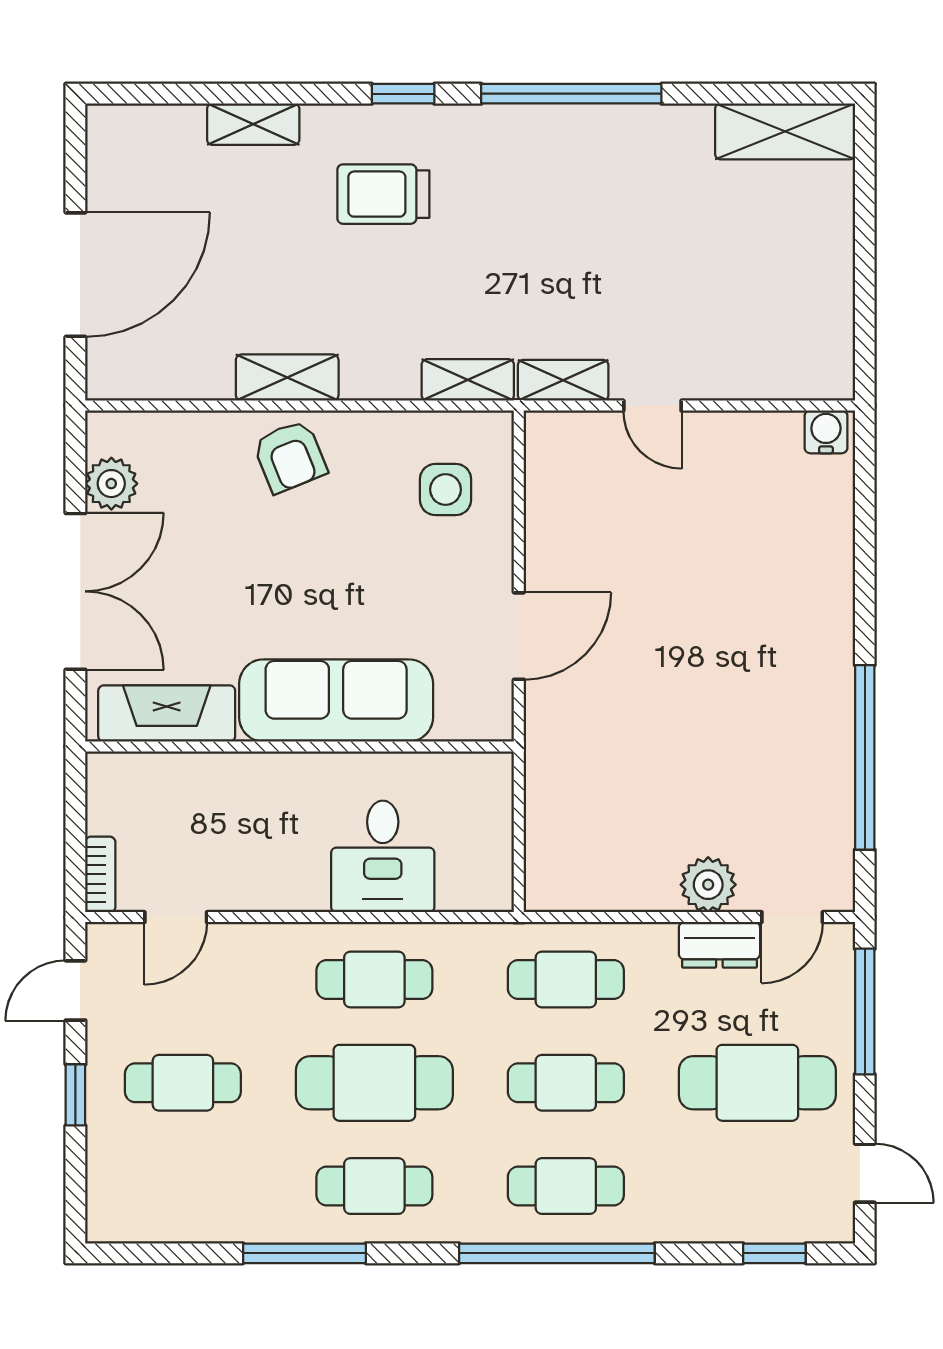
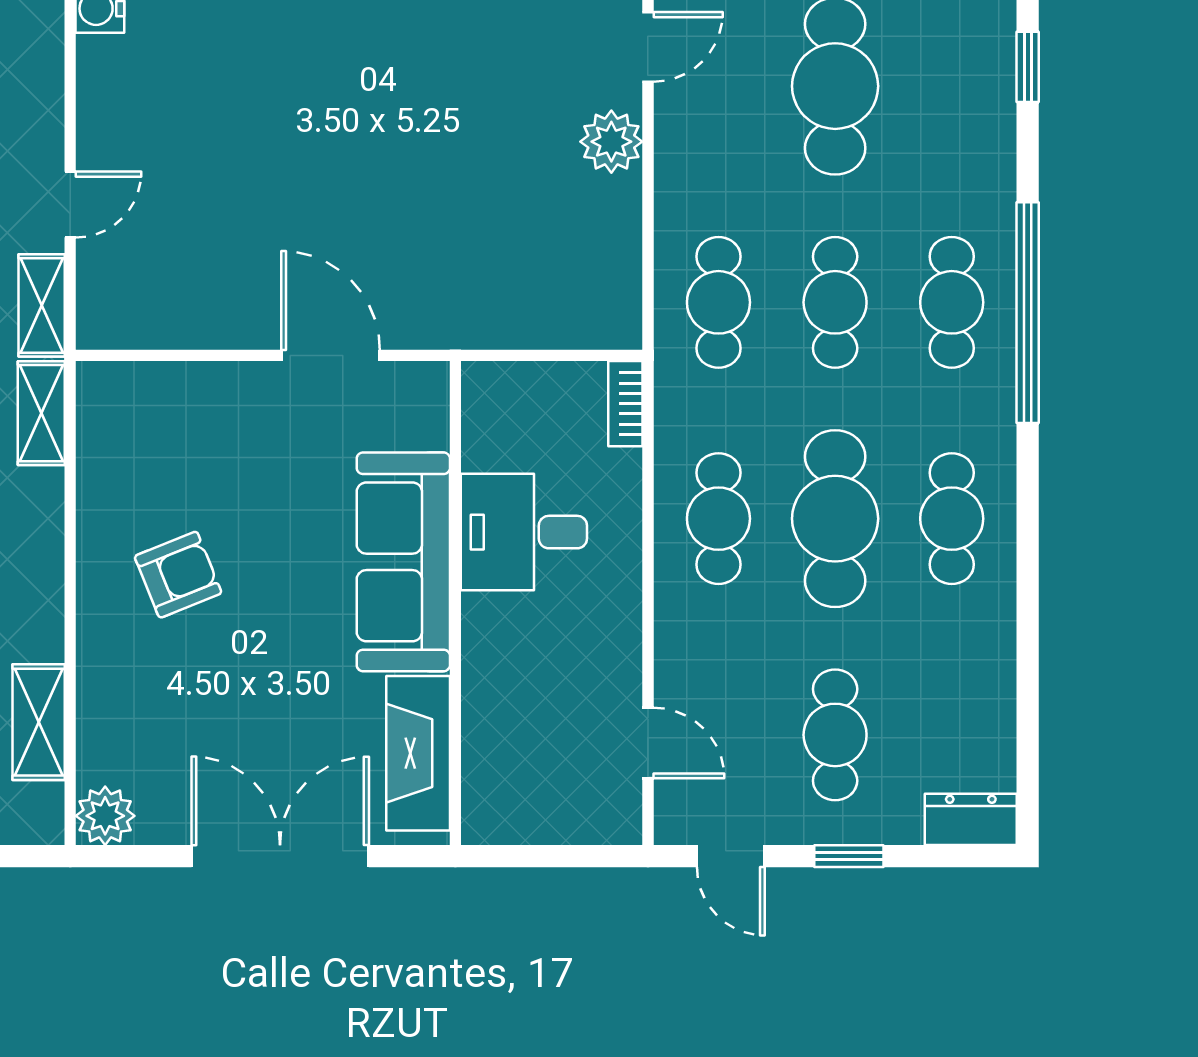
shelving: (287, 378) -> (39, 722), moved
armchair: (290, 456) -> (178, 575), moved
plant: (111, 484) -> (105, 816), moved
side table: (446, 489) -> (165, 438), removed
desk: (383, 856) -> (524, 532), moved, turned 180
bookcase: (100, 874) -> (625, 404), moved, turned -90
door: (792, 917) -> (648, 47), hinge flipped
dresser: (719, 945) -> (971, 819), moved, turned -90
window: (304, 1253) -> (1028, 598), removed

